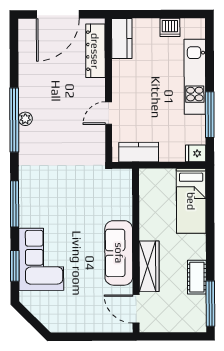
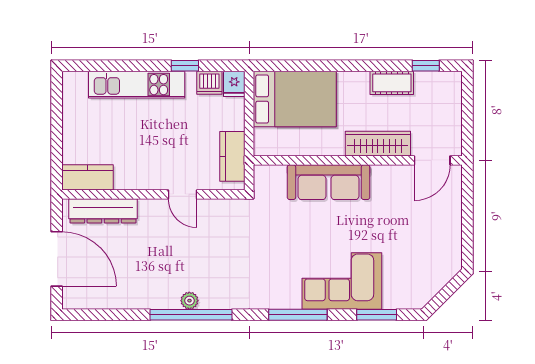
dishwasher: (170, 27) -> (209, 83), moved, turned 90
window: (210, 115) -> (185, 66), width x0.46
bed: (191, 201) -> (295, 99), width x1.50
sofa: (119, 253) -> (328, 182), moved
corner sofa: (41, 259) -> (342, 281), moved
window: (210, 304) -> (426, 66), width x0.46

